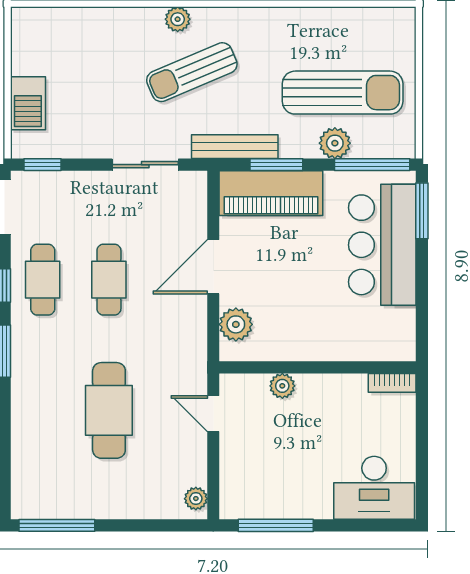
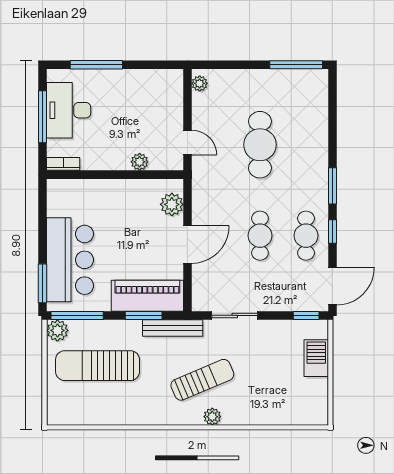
plant: (335, 143) -> (57, 330), moved
window: (422, 451) -> (42, 117), added
desk: (374, 488) -> (69, 110), moved, turned -90
window: (276, 525) -> (96, 65), moved

